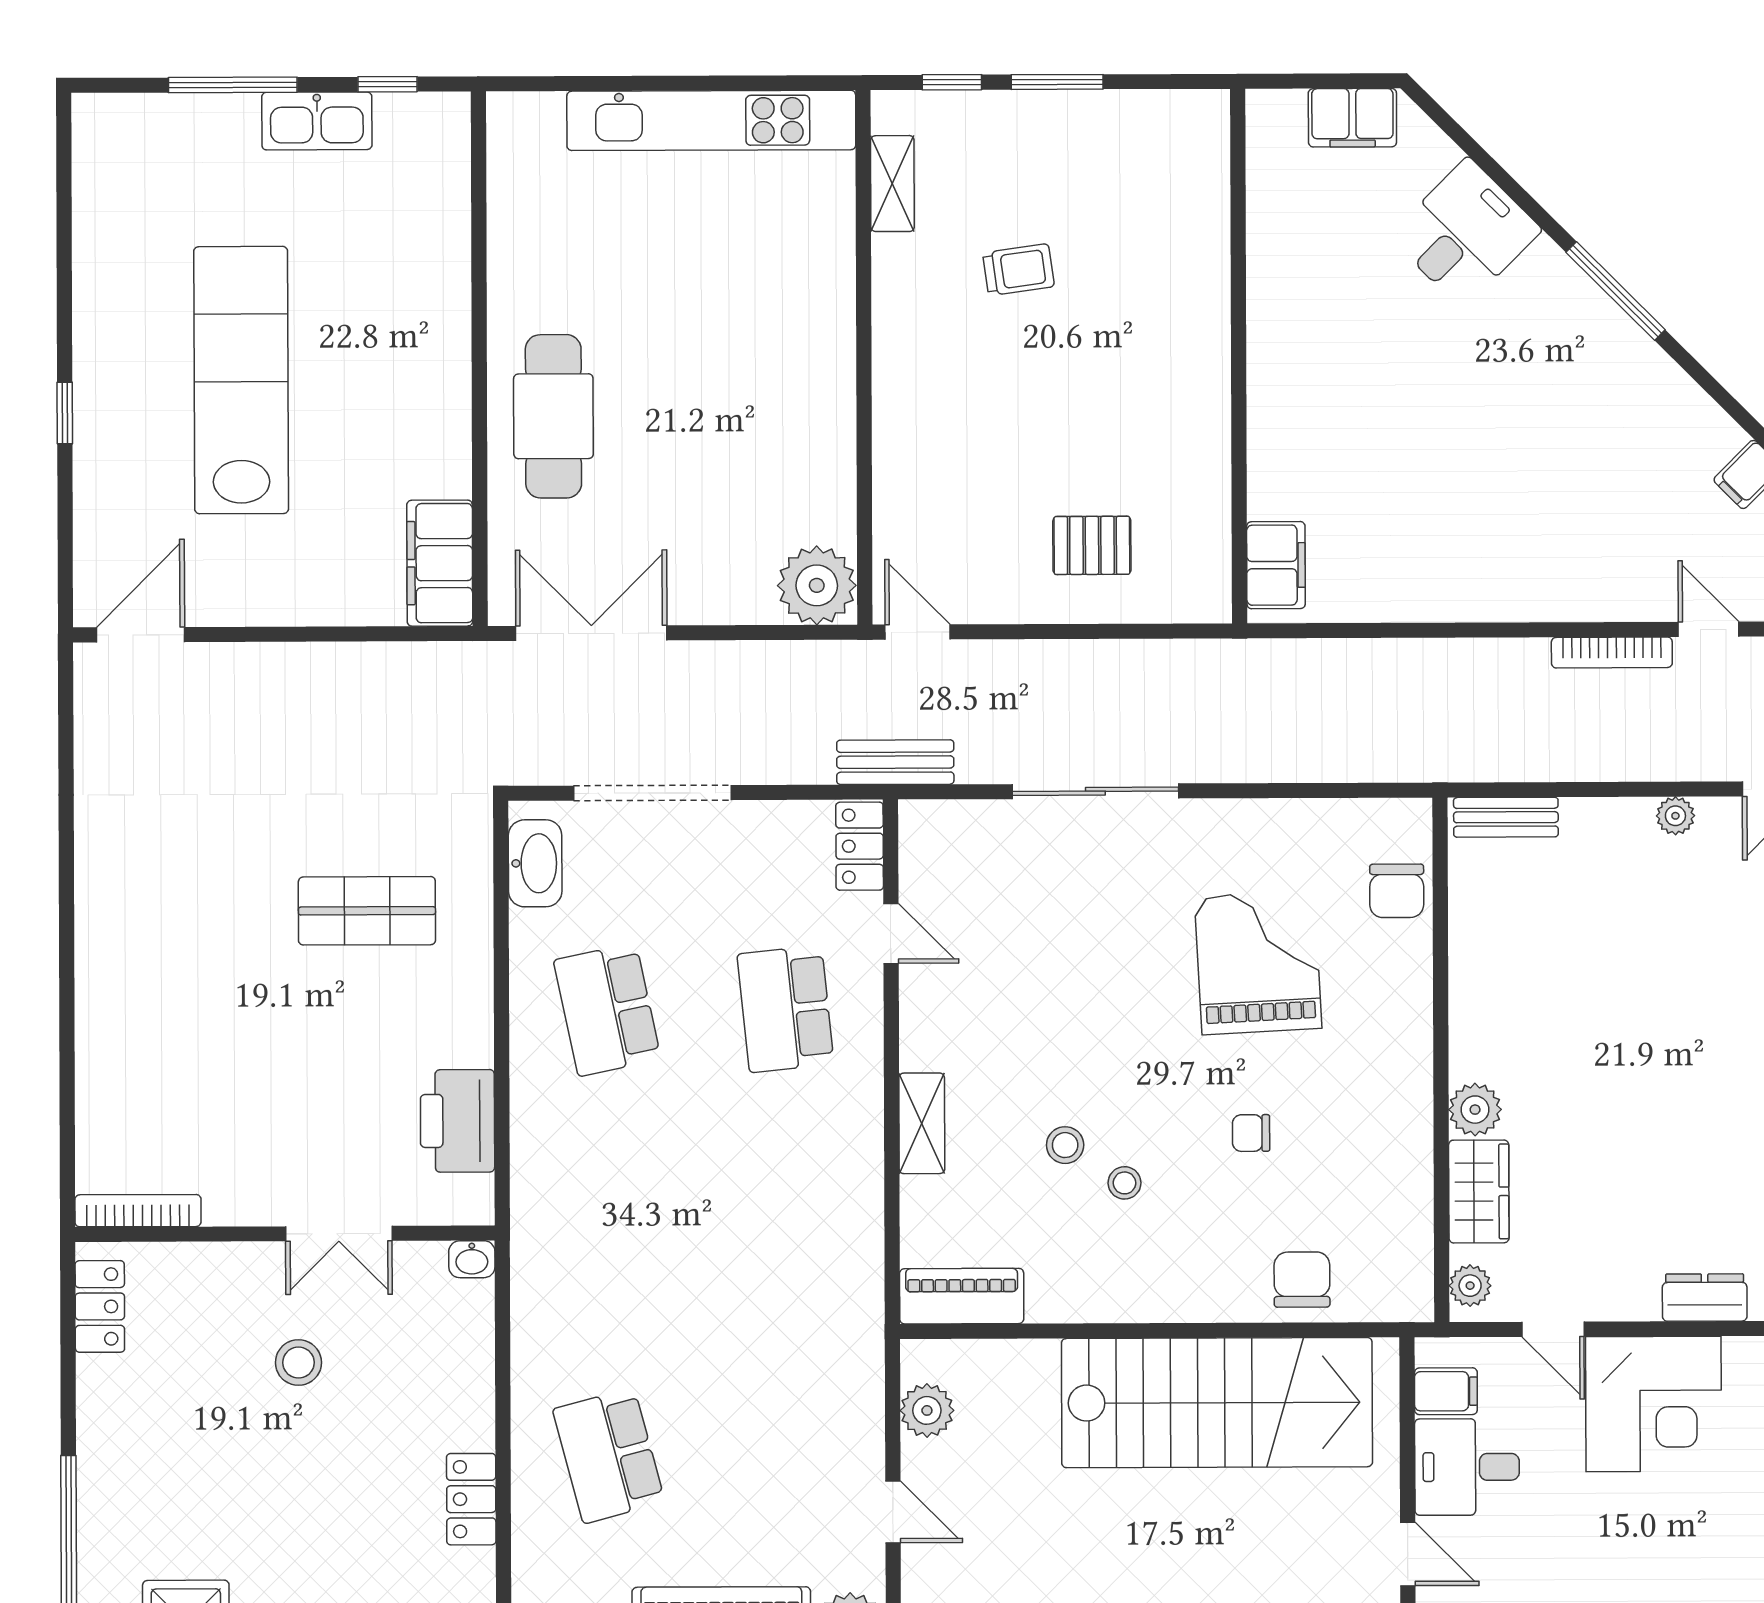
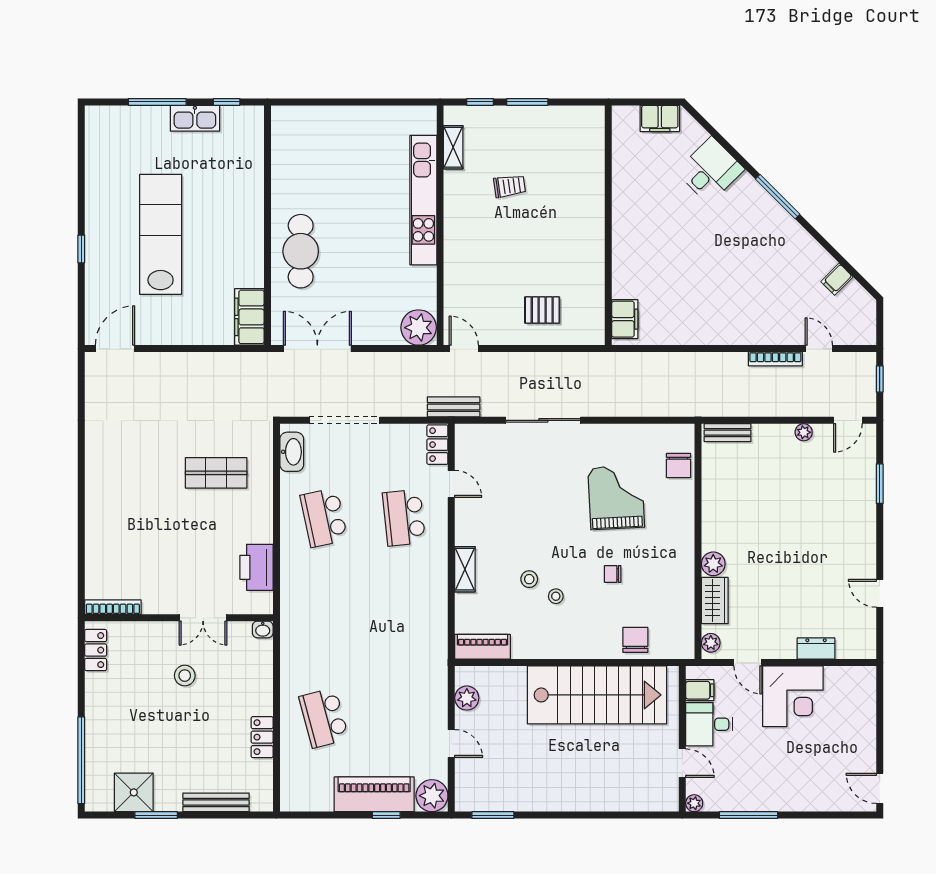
kitchen unit: (711, 120) -> (423, 200), moved, turned 90

